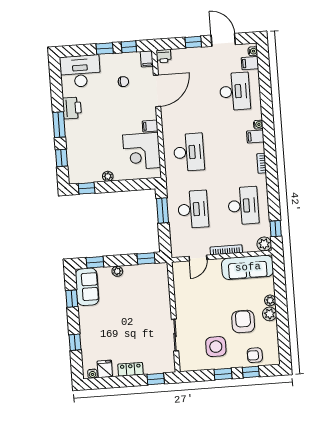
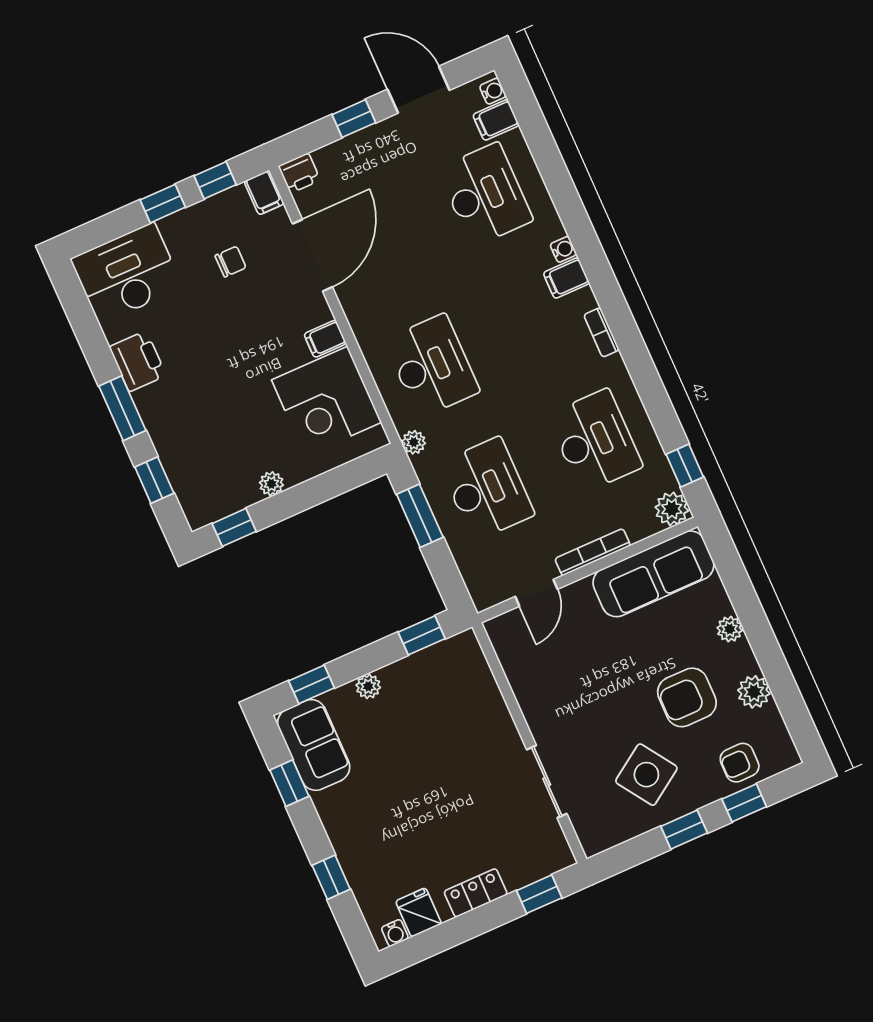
plant: (171, 180) -> (414, 442), added
plant: (270, 314) -> (754, 692), moved
armchair: (243, 322) -> (687, 697), turned -90
side table: (216, 347) -> (646, 775), turned -34

